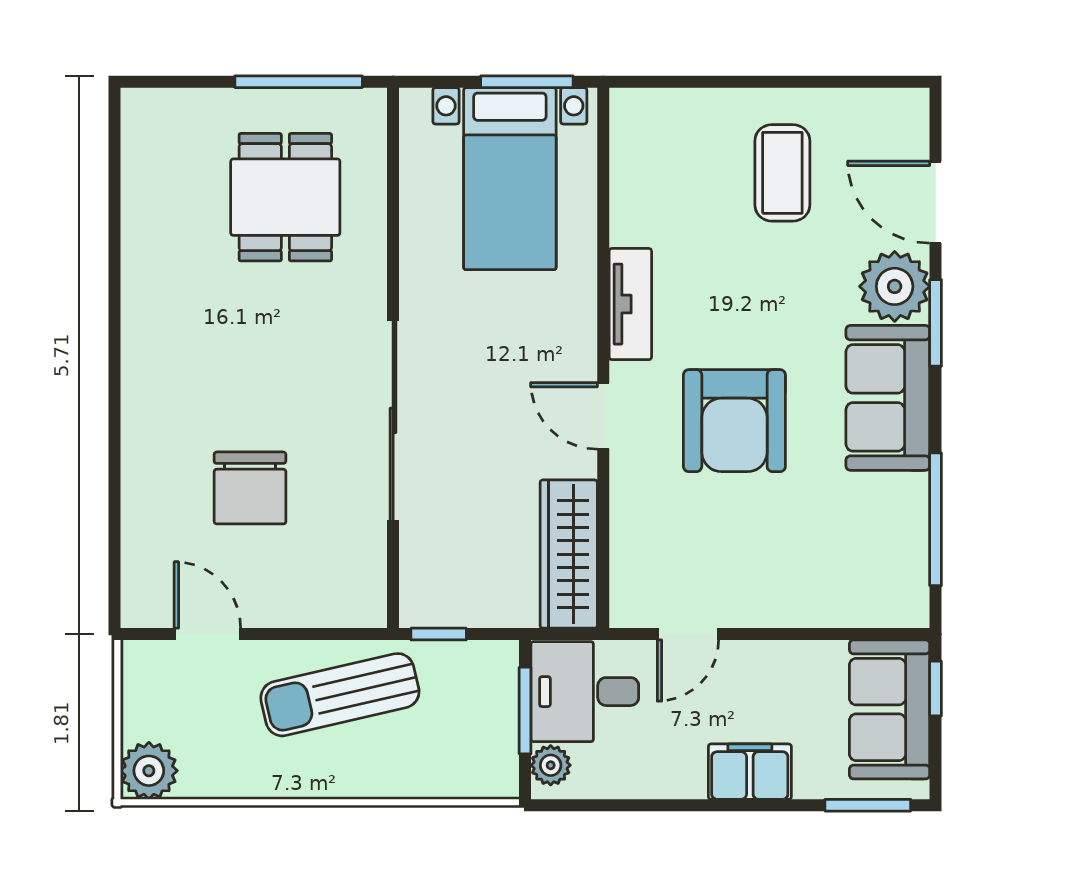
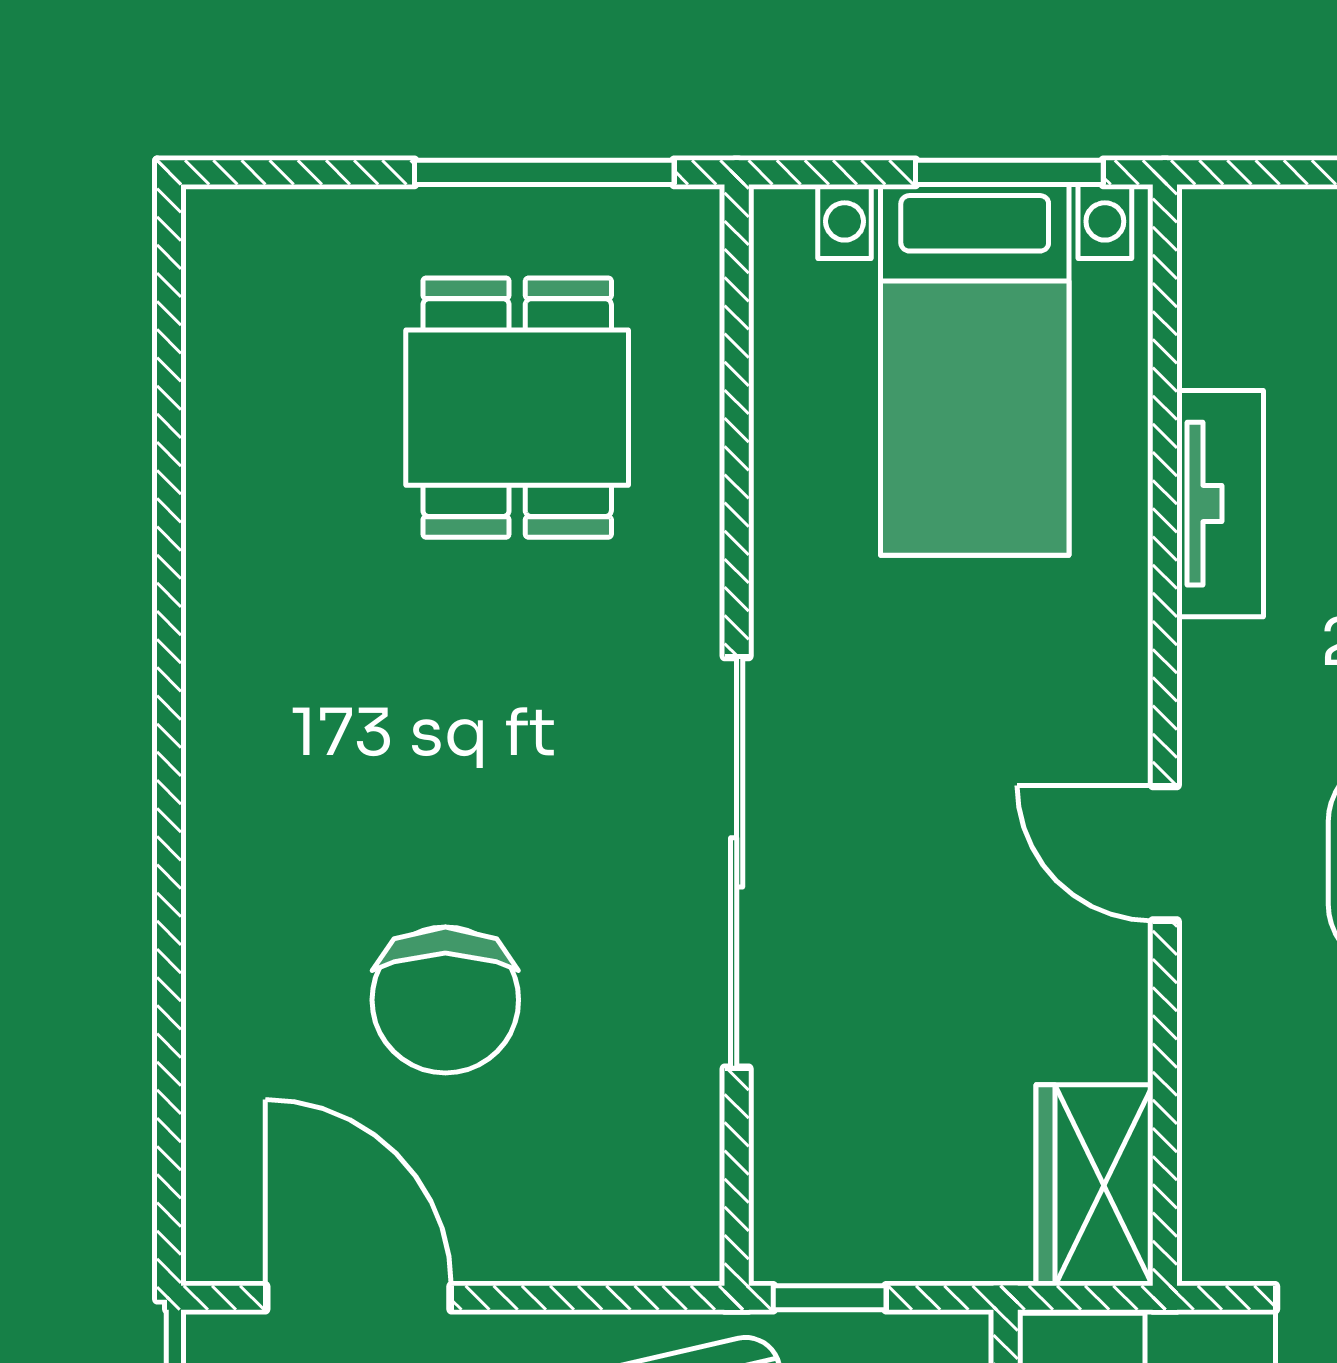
tv unit: (630, 304) -> (1220, 504), moved
wardrobe: (569, 554) -> (1095, 1185), width x0.67
door: (207, 634) -> (358, 1298), width x1.38

